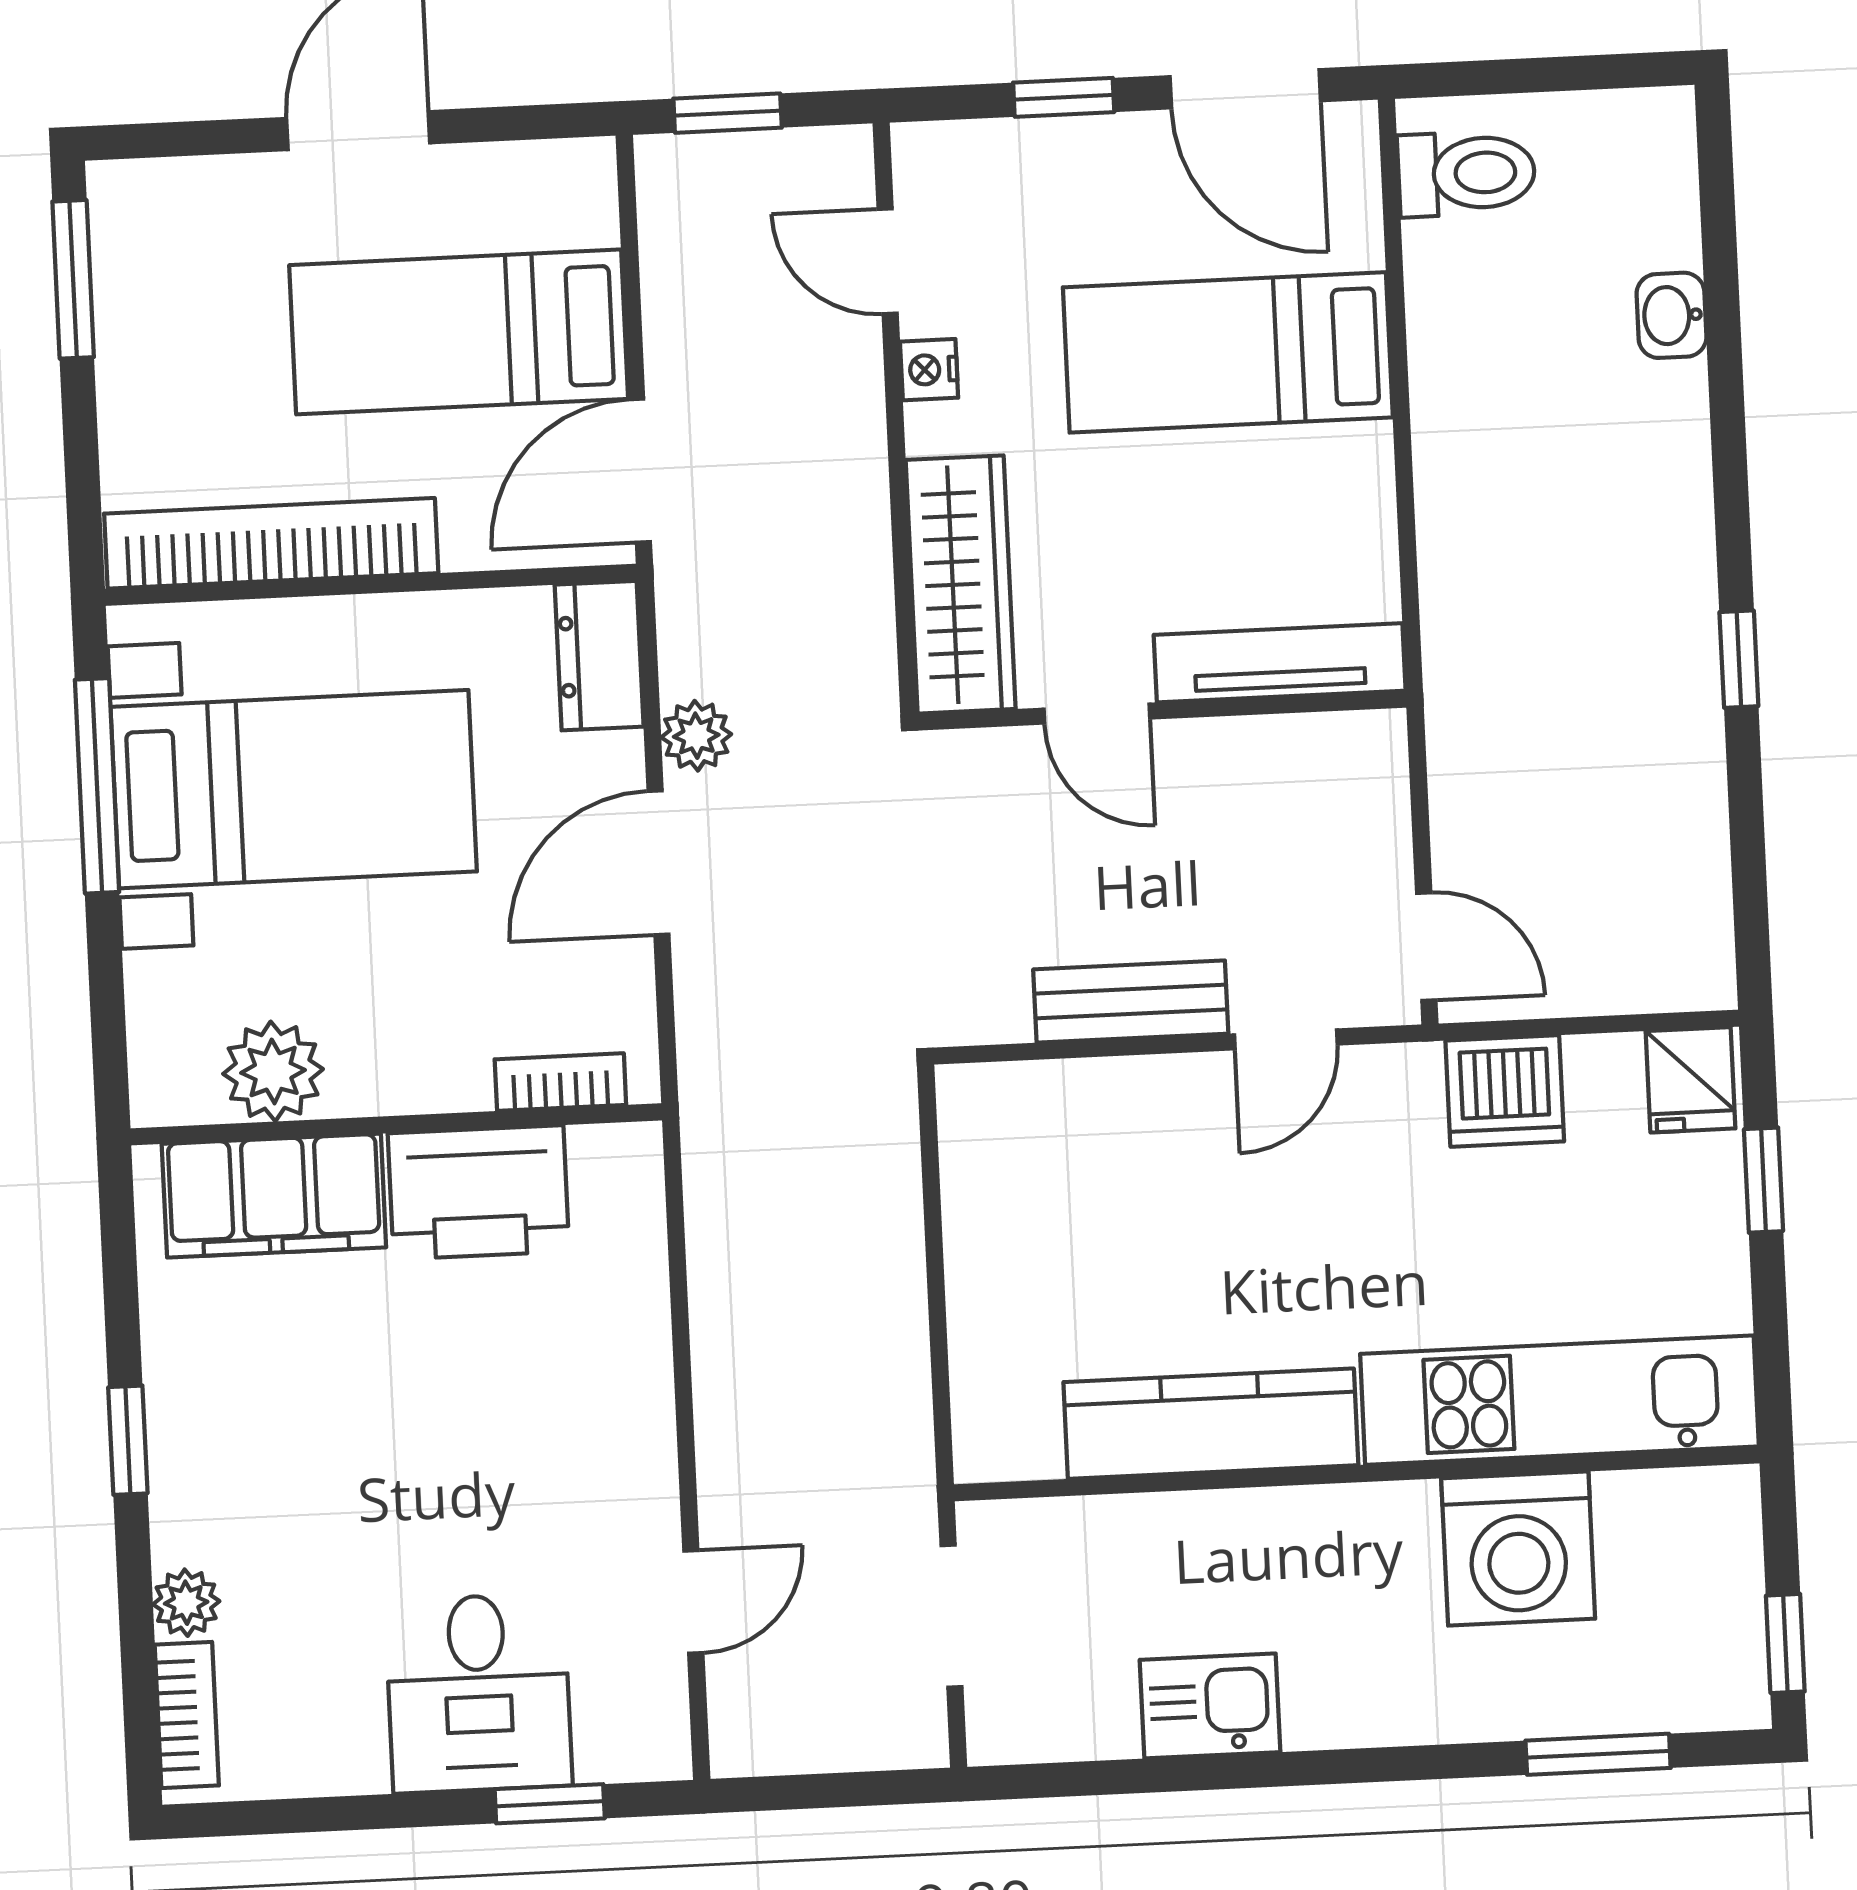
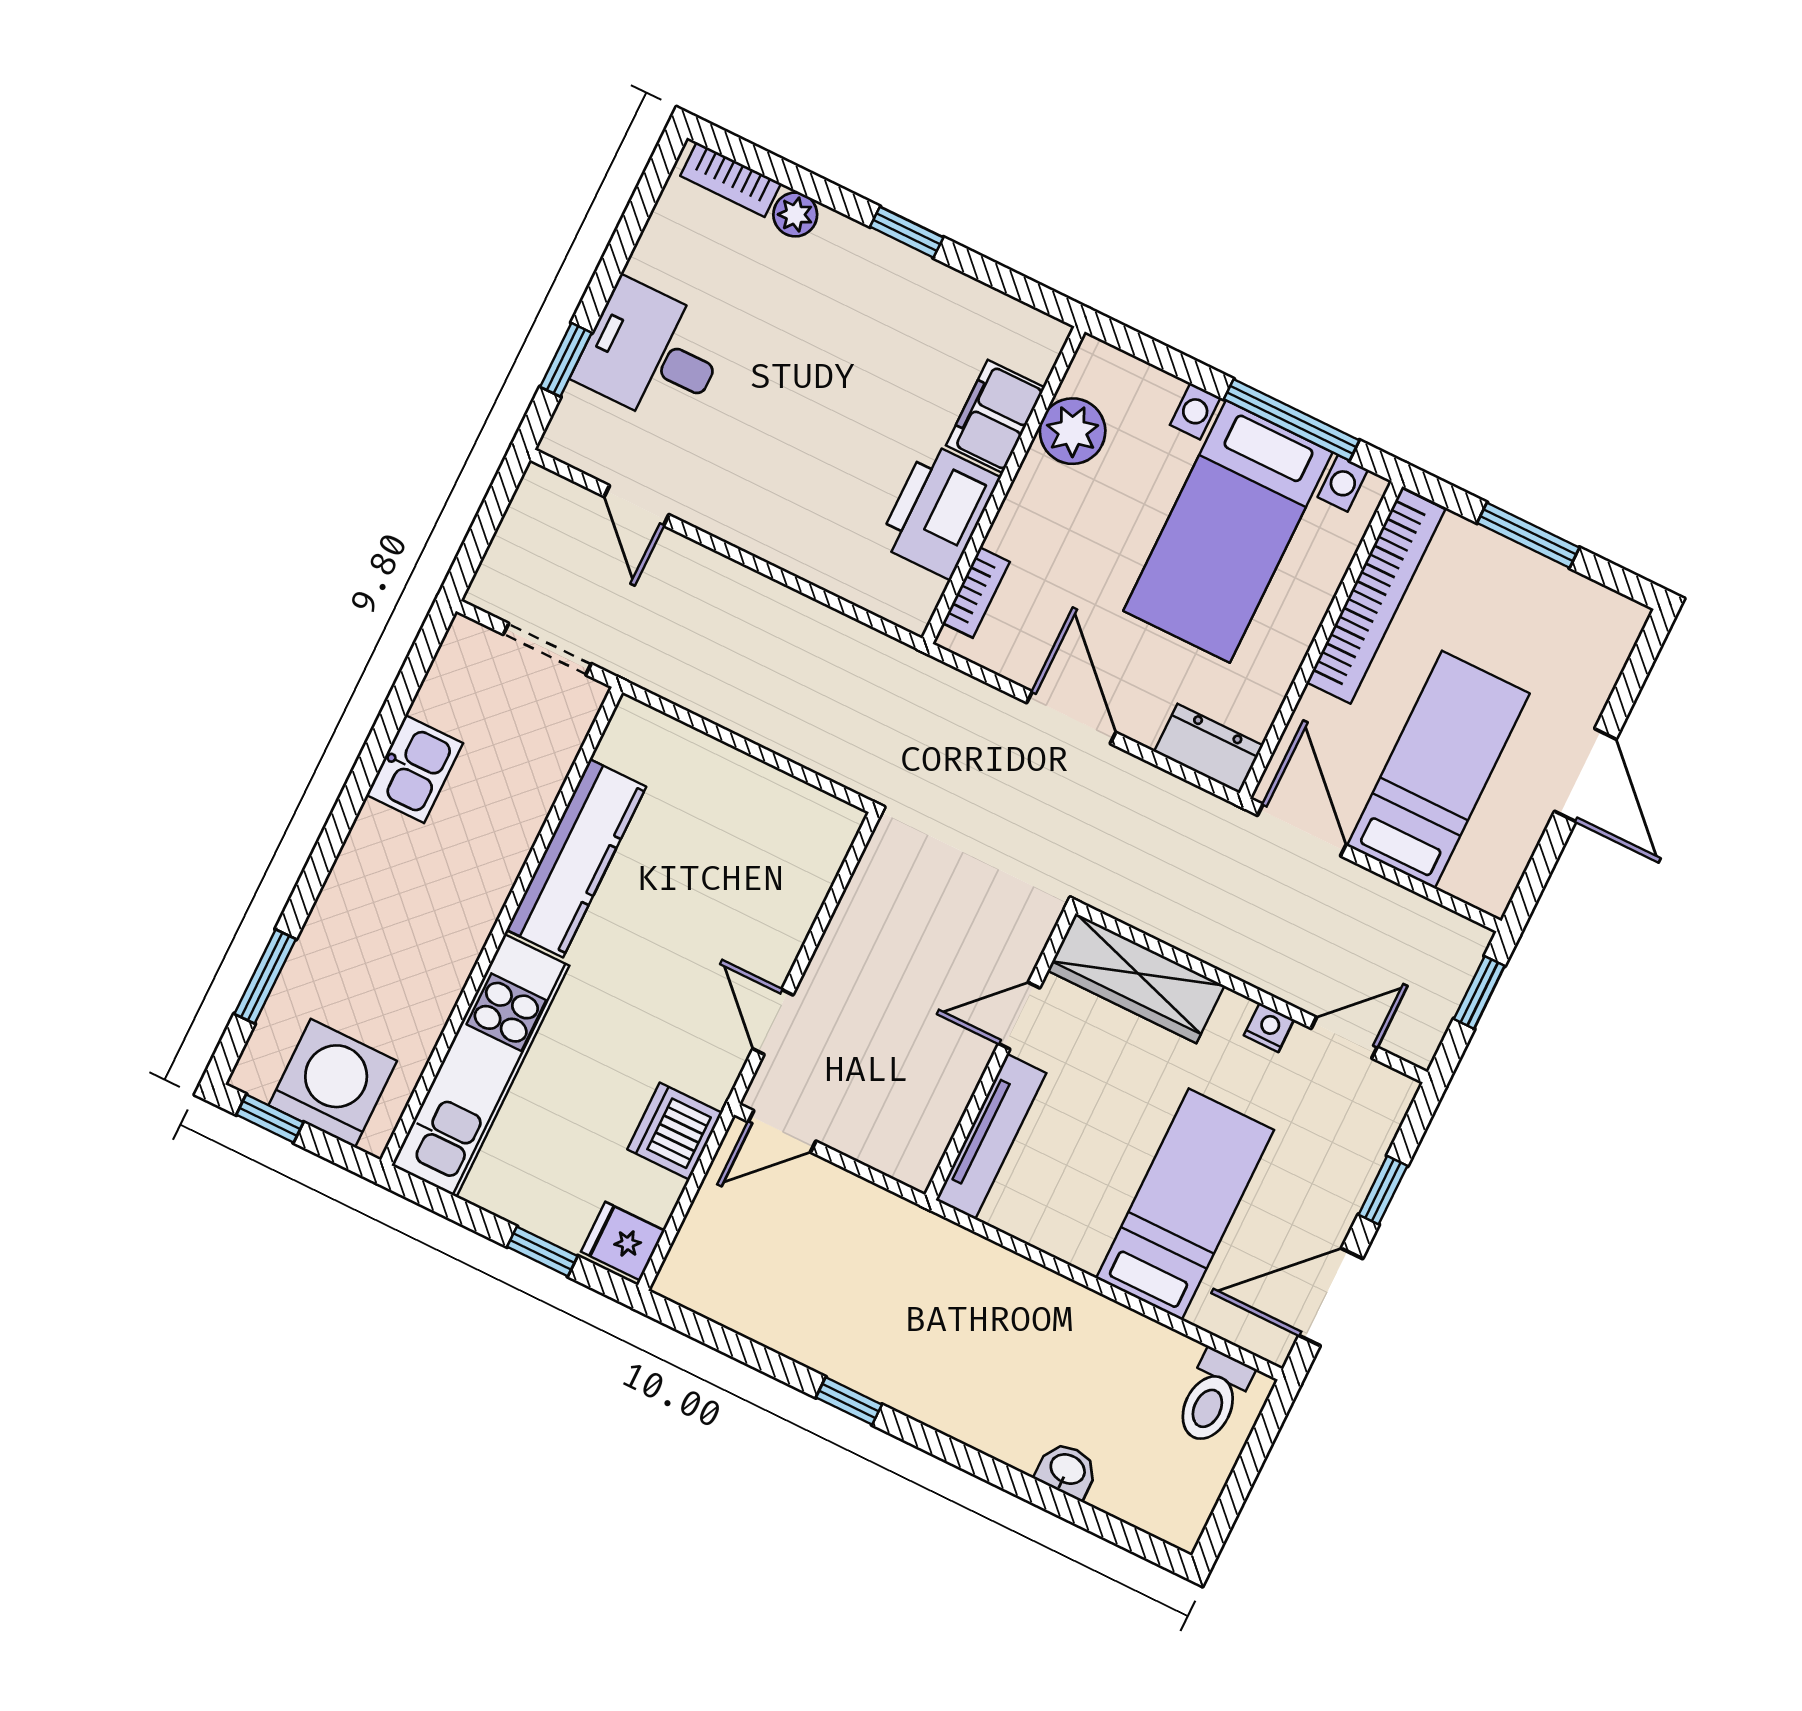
window: (73, 279) -> (1528, 535), moved
plant: (696, 736) -> (1132, 779), removed
bench: (1131, 1002) -> (843, 945), removed
filing cabinet: (274, 1196) -> (995, 416), width x0.67, depth x0.86
washing machine: (1518, 1549) -> (333, 1083), moved, turned 90

